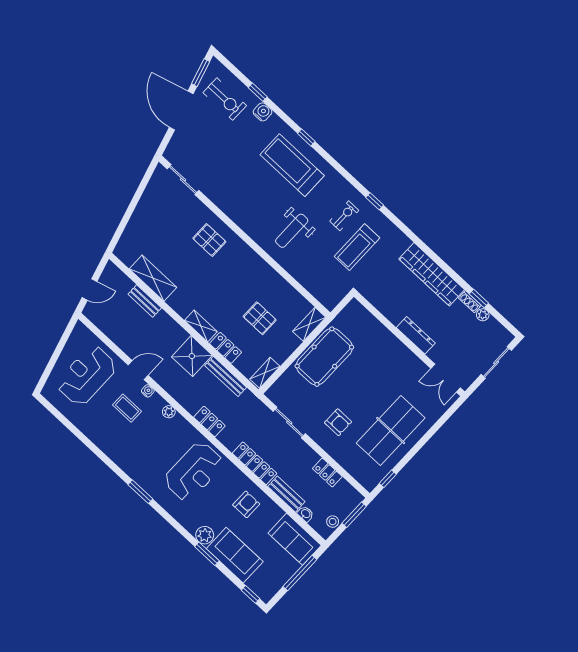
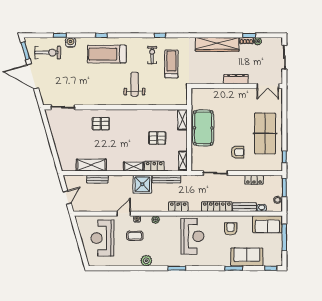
weight bench: (292, 231) -> (135, 84), turned 180
treadmill: (357, 247) -> (171, 64), turned 180
plant: (205, 535) -> (146, 261), moved

